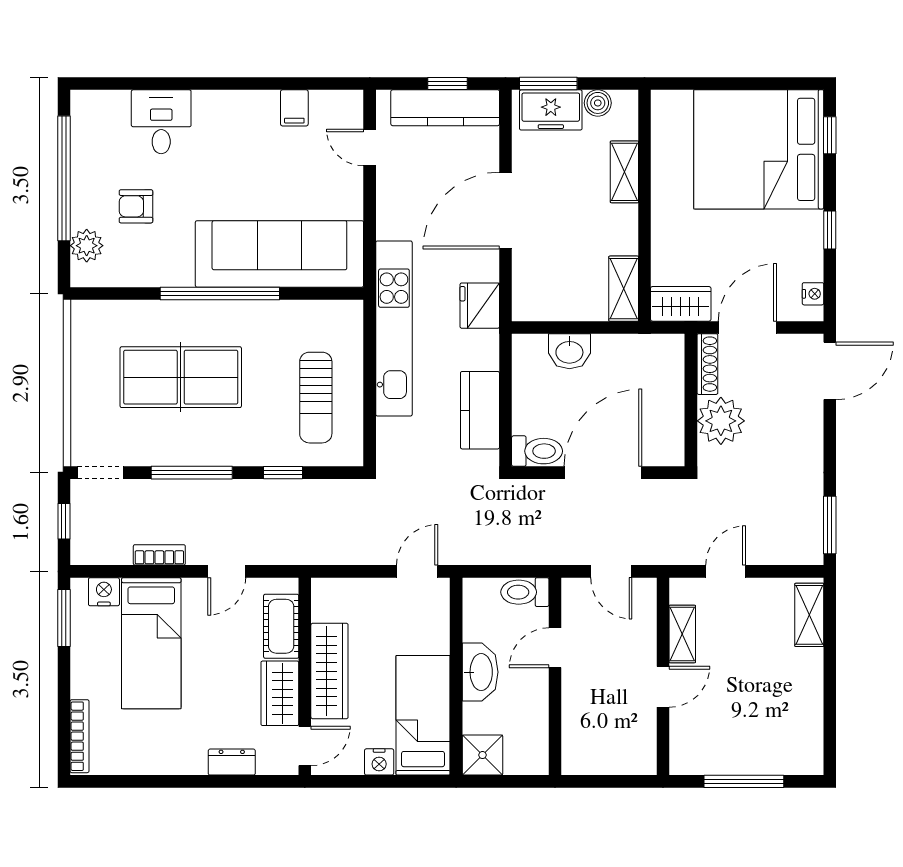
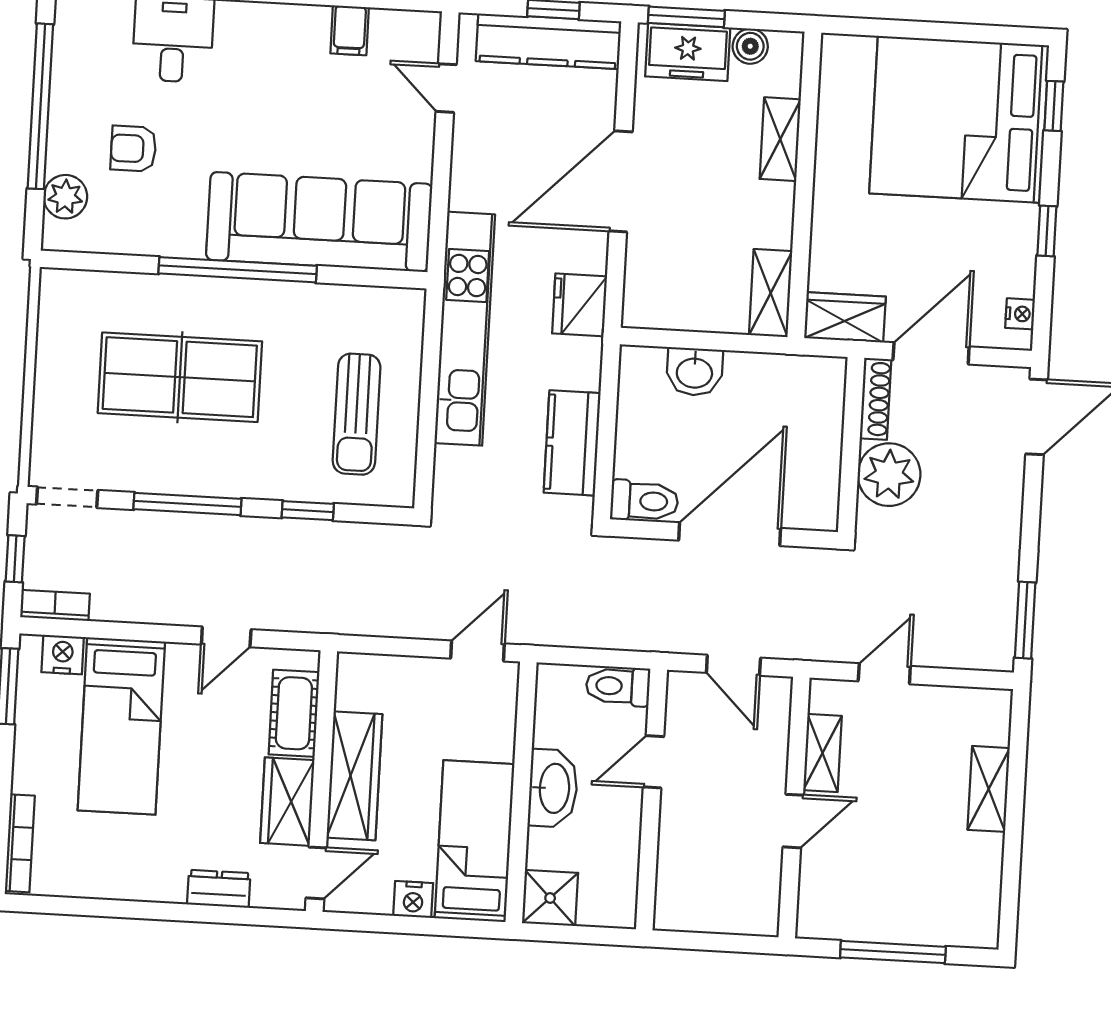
bookcase: (159, 555) -> (55, 605), moved
shelving: (809, 615) -> (989, 789), moved

